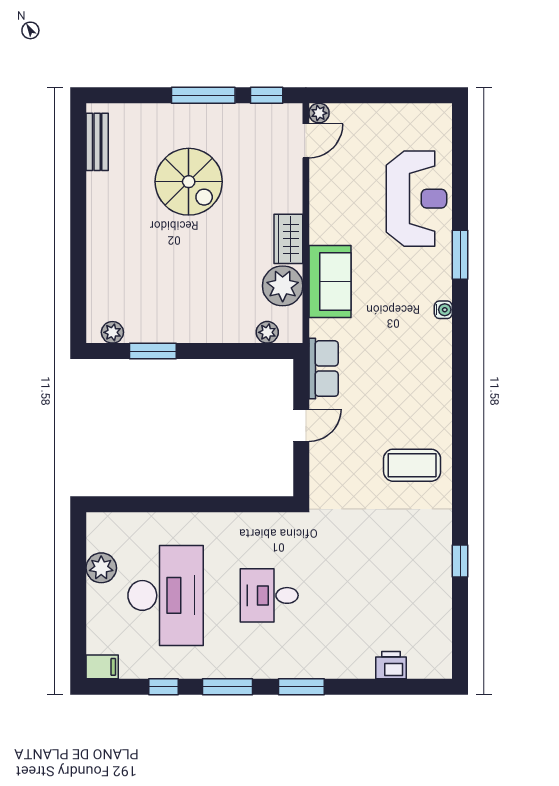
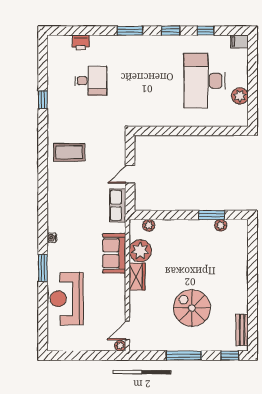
window: (267, 95) -> (230, 356), moved
plant: (112, 332) -> (221, 225), moved
desk: (269, 595) -> (91, 81), moved
window: (228, 687) -> (170, 31), width x0.67

